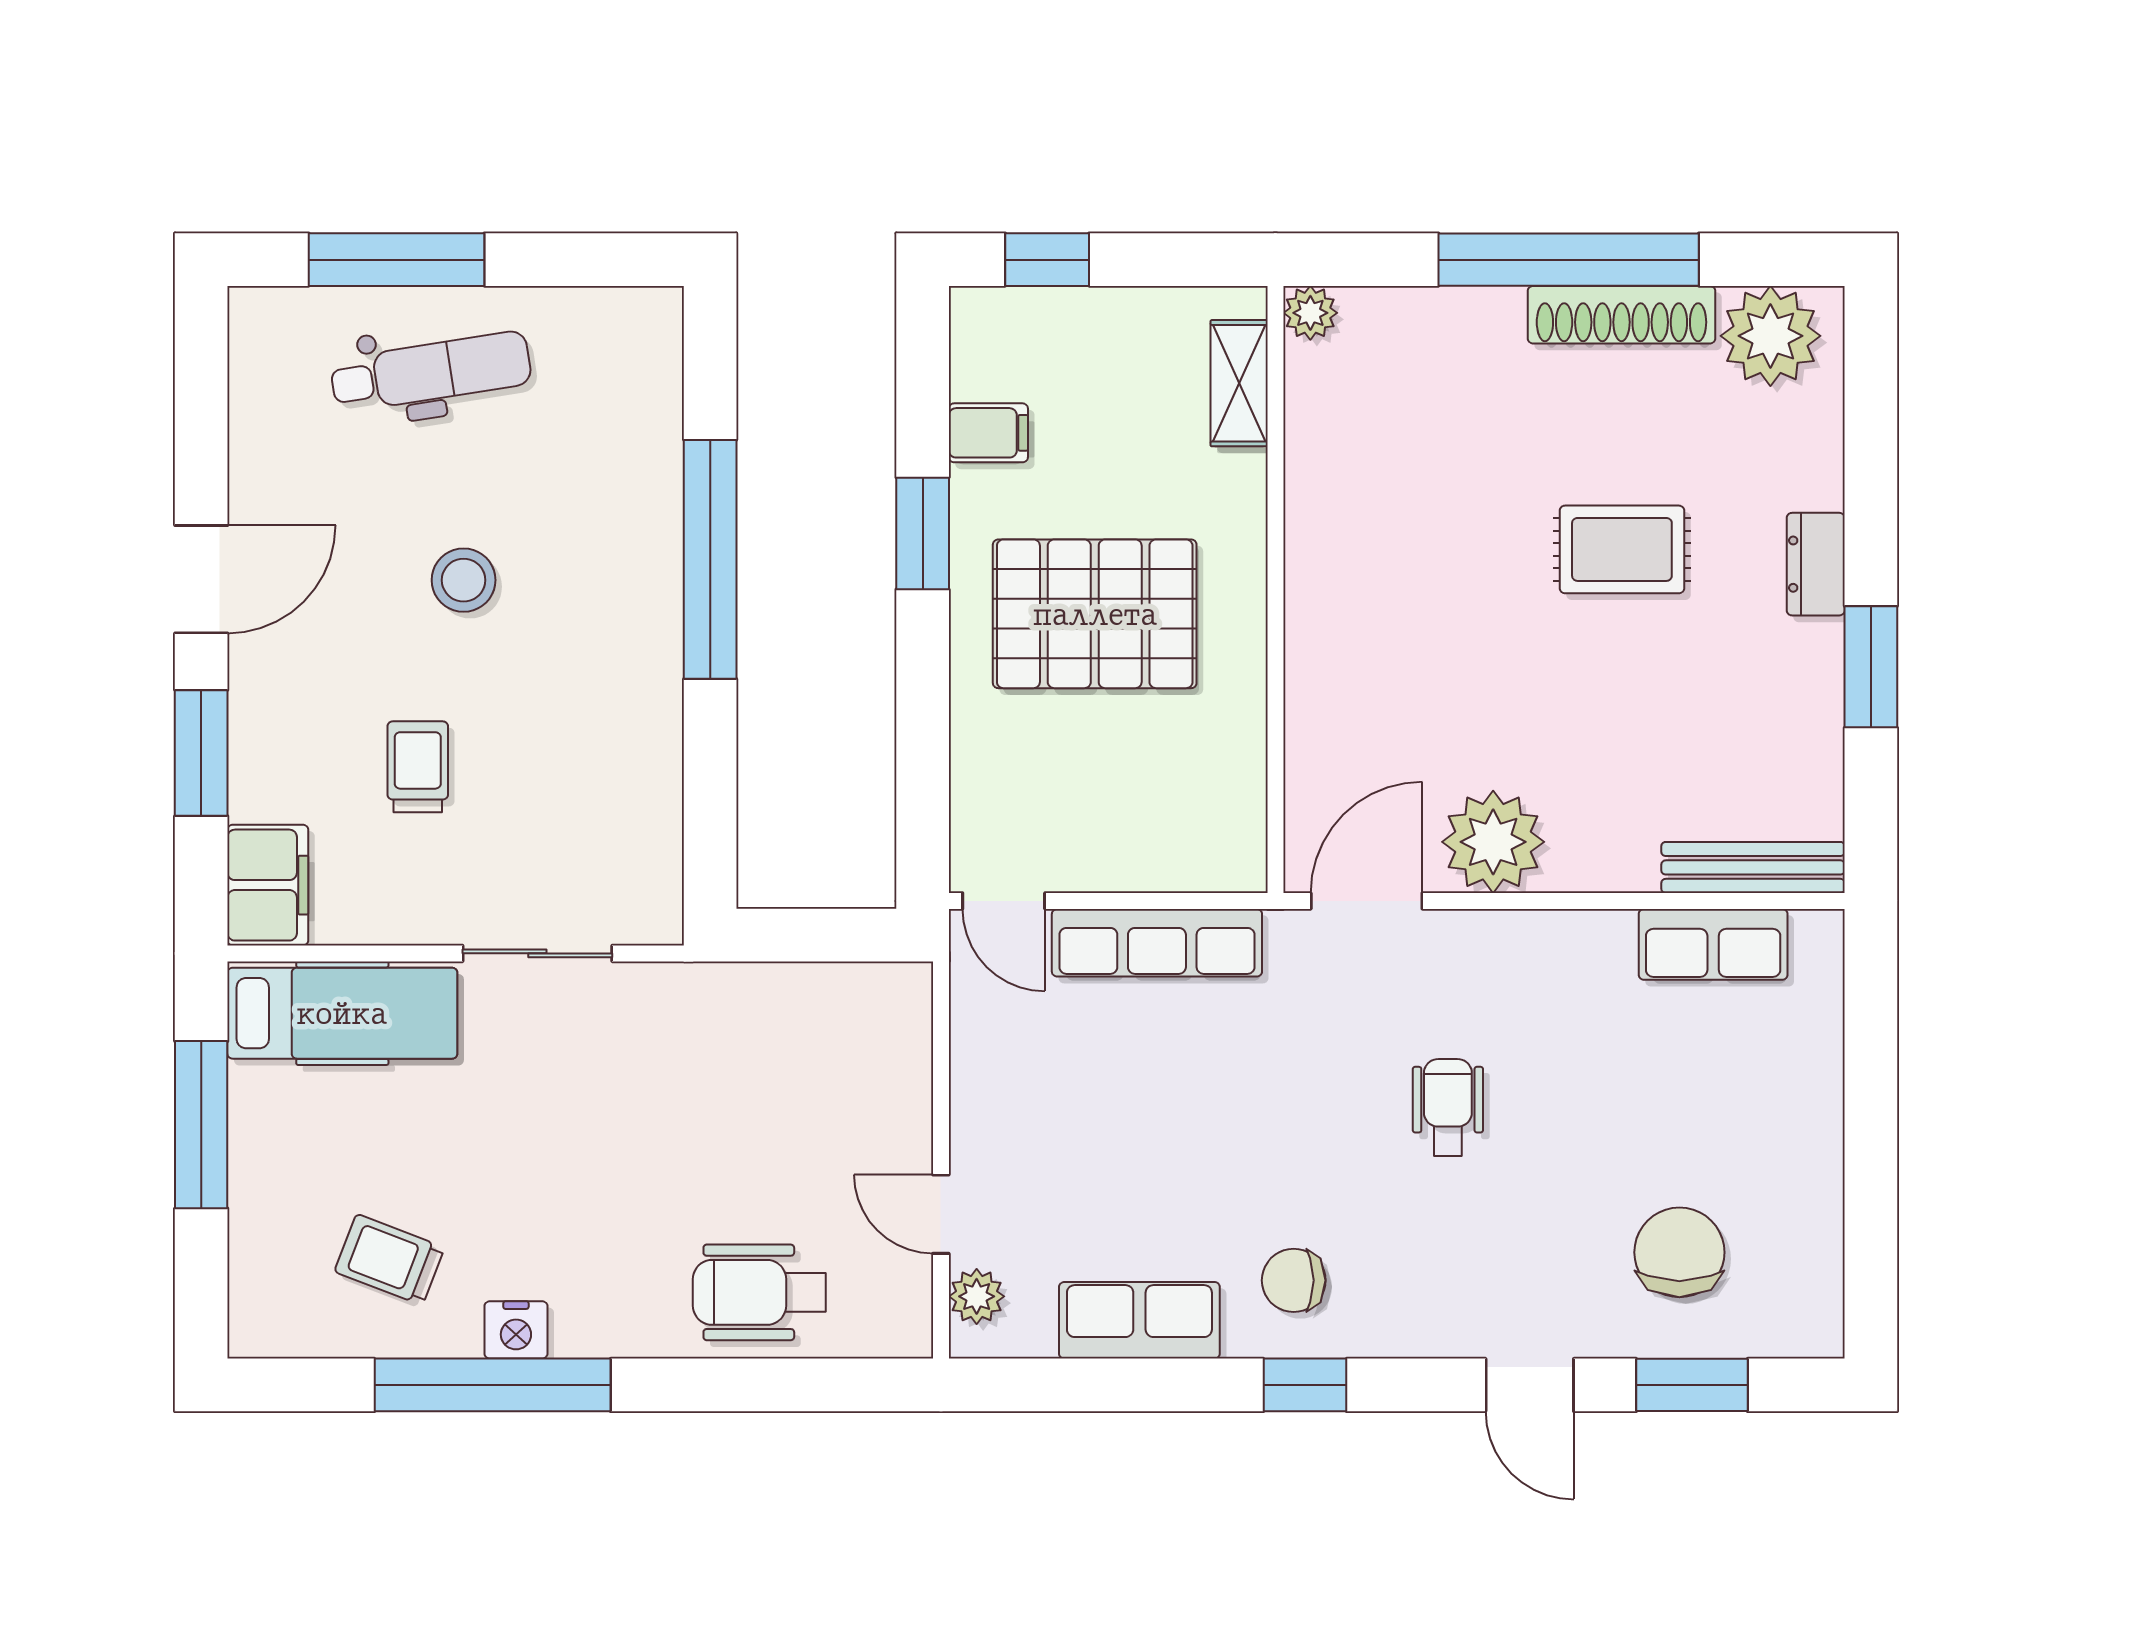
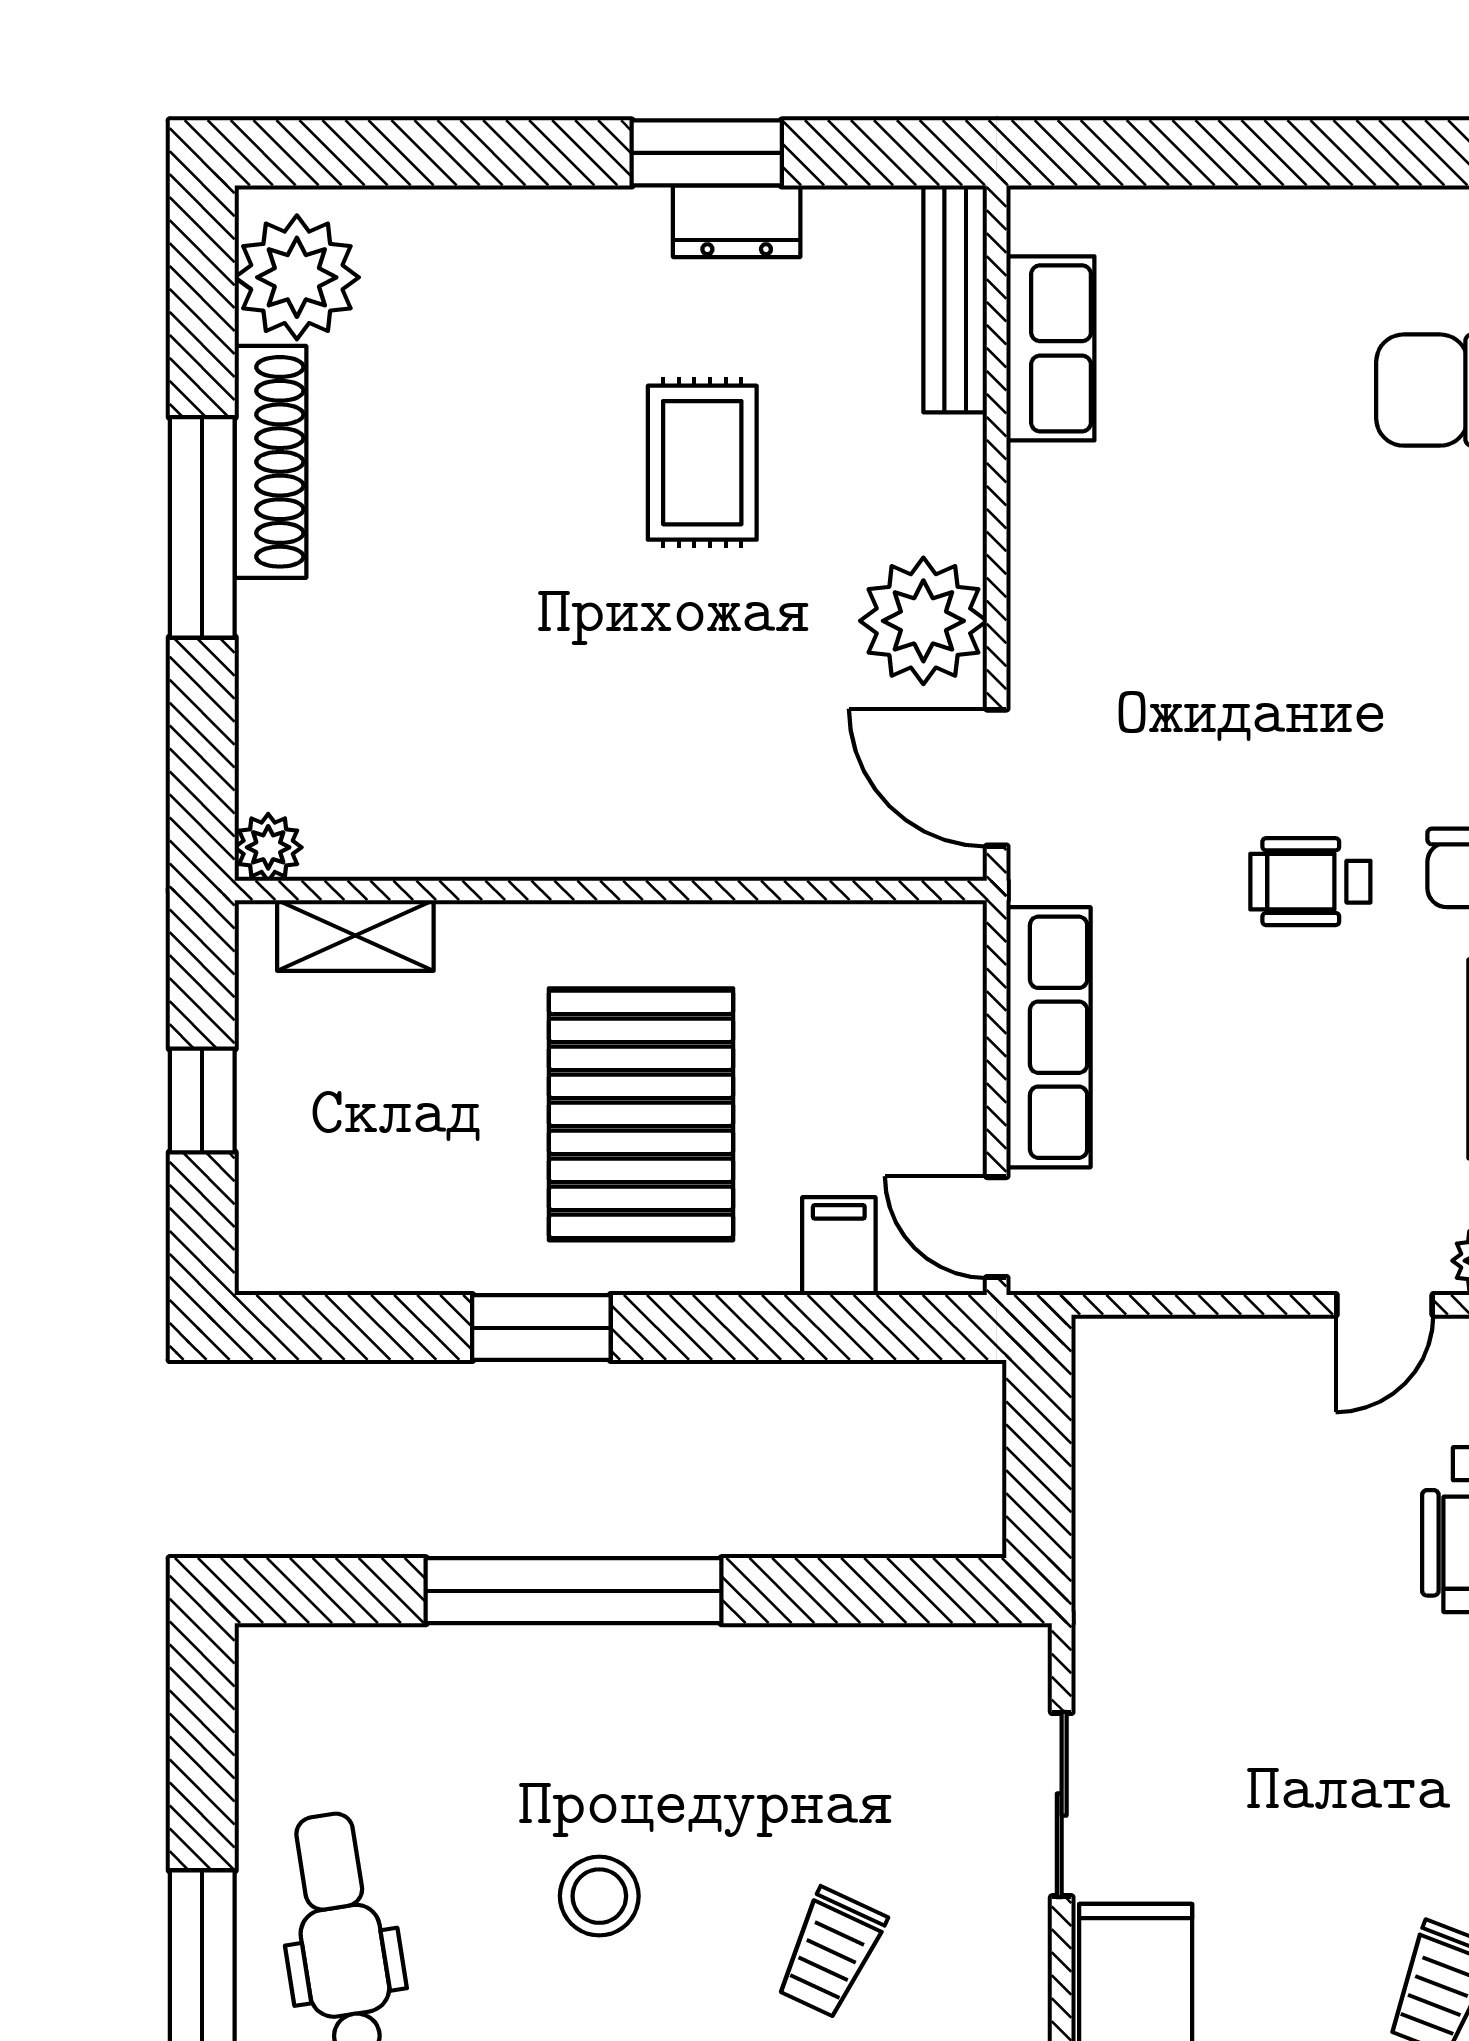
window: (1047, 260) -> (202, 1100), moved
window: (1569, 260) -> (202, 527), width x0.68
filing cabinet: (988, 433) -> (839, 1246), moved
rug: (1622, 549) -> (702, 463), moved
dresser: (1816, 564) -> (737, 221), moved
trolley: (418, 767) -> (831, 1953), turned -65
door: (1004, 901) -> (997, 1227), swing flipped
wheelchair: (1448, 1107) -> (1310, 882), moved

